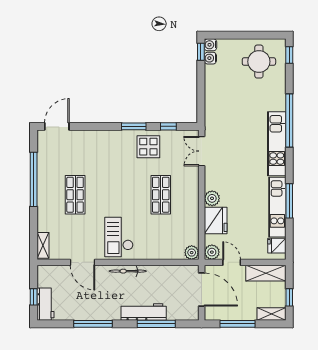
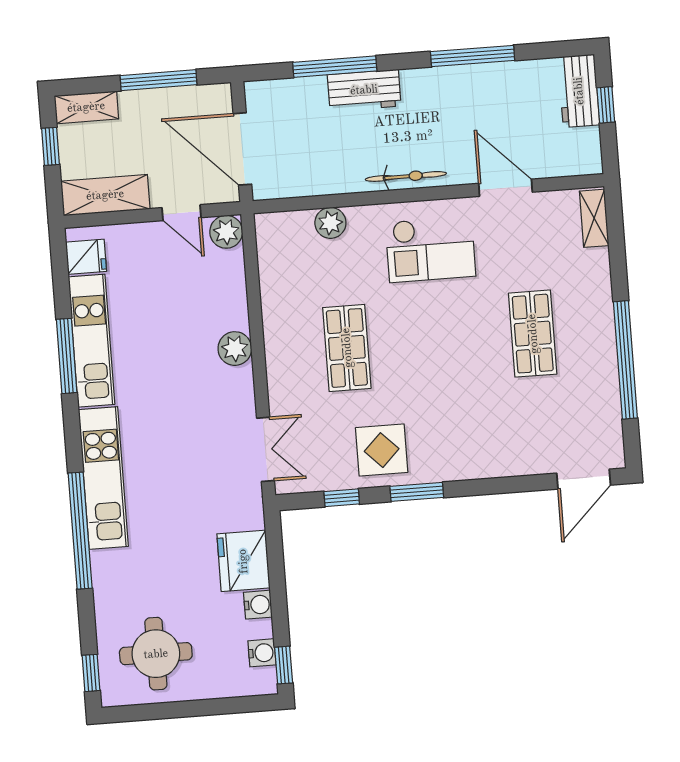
water cooler: (210, 45) -> (258, 605), moved
fridge: (216, 221) -> (243, 561), moved
checkout: (119, 237) -> (430, 249), turned 90
plant: (192, 253) -> (330, 223), moved
workbench: (144, 312) -> (364, 90), width x0.73

